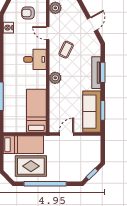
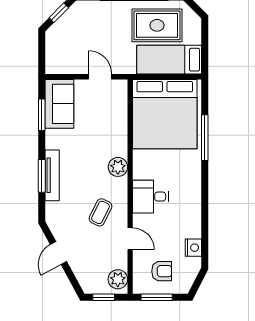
bed: (36, 111) -> (165, 114), width x2.04
sofa: (92, 112) -> (59, 104), width x0.73
door: (66, 134) -> (100, 77), swing flipped

